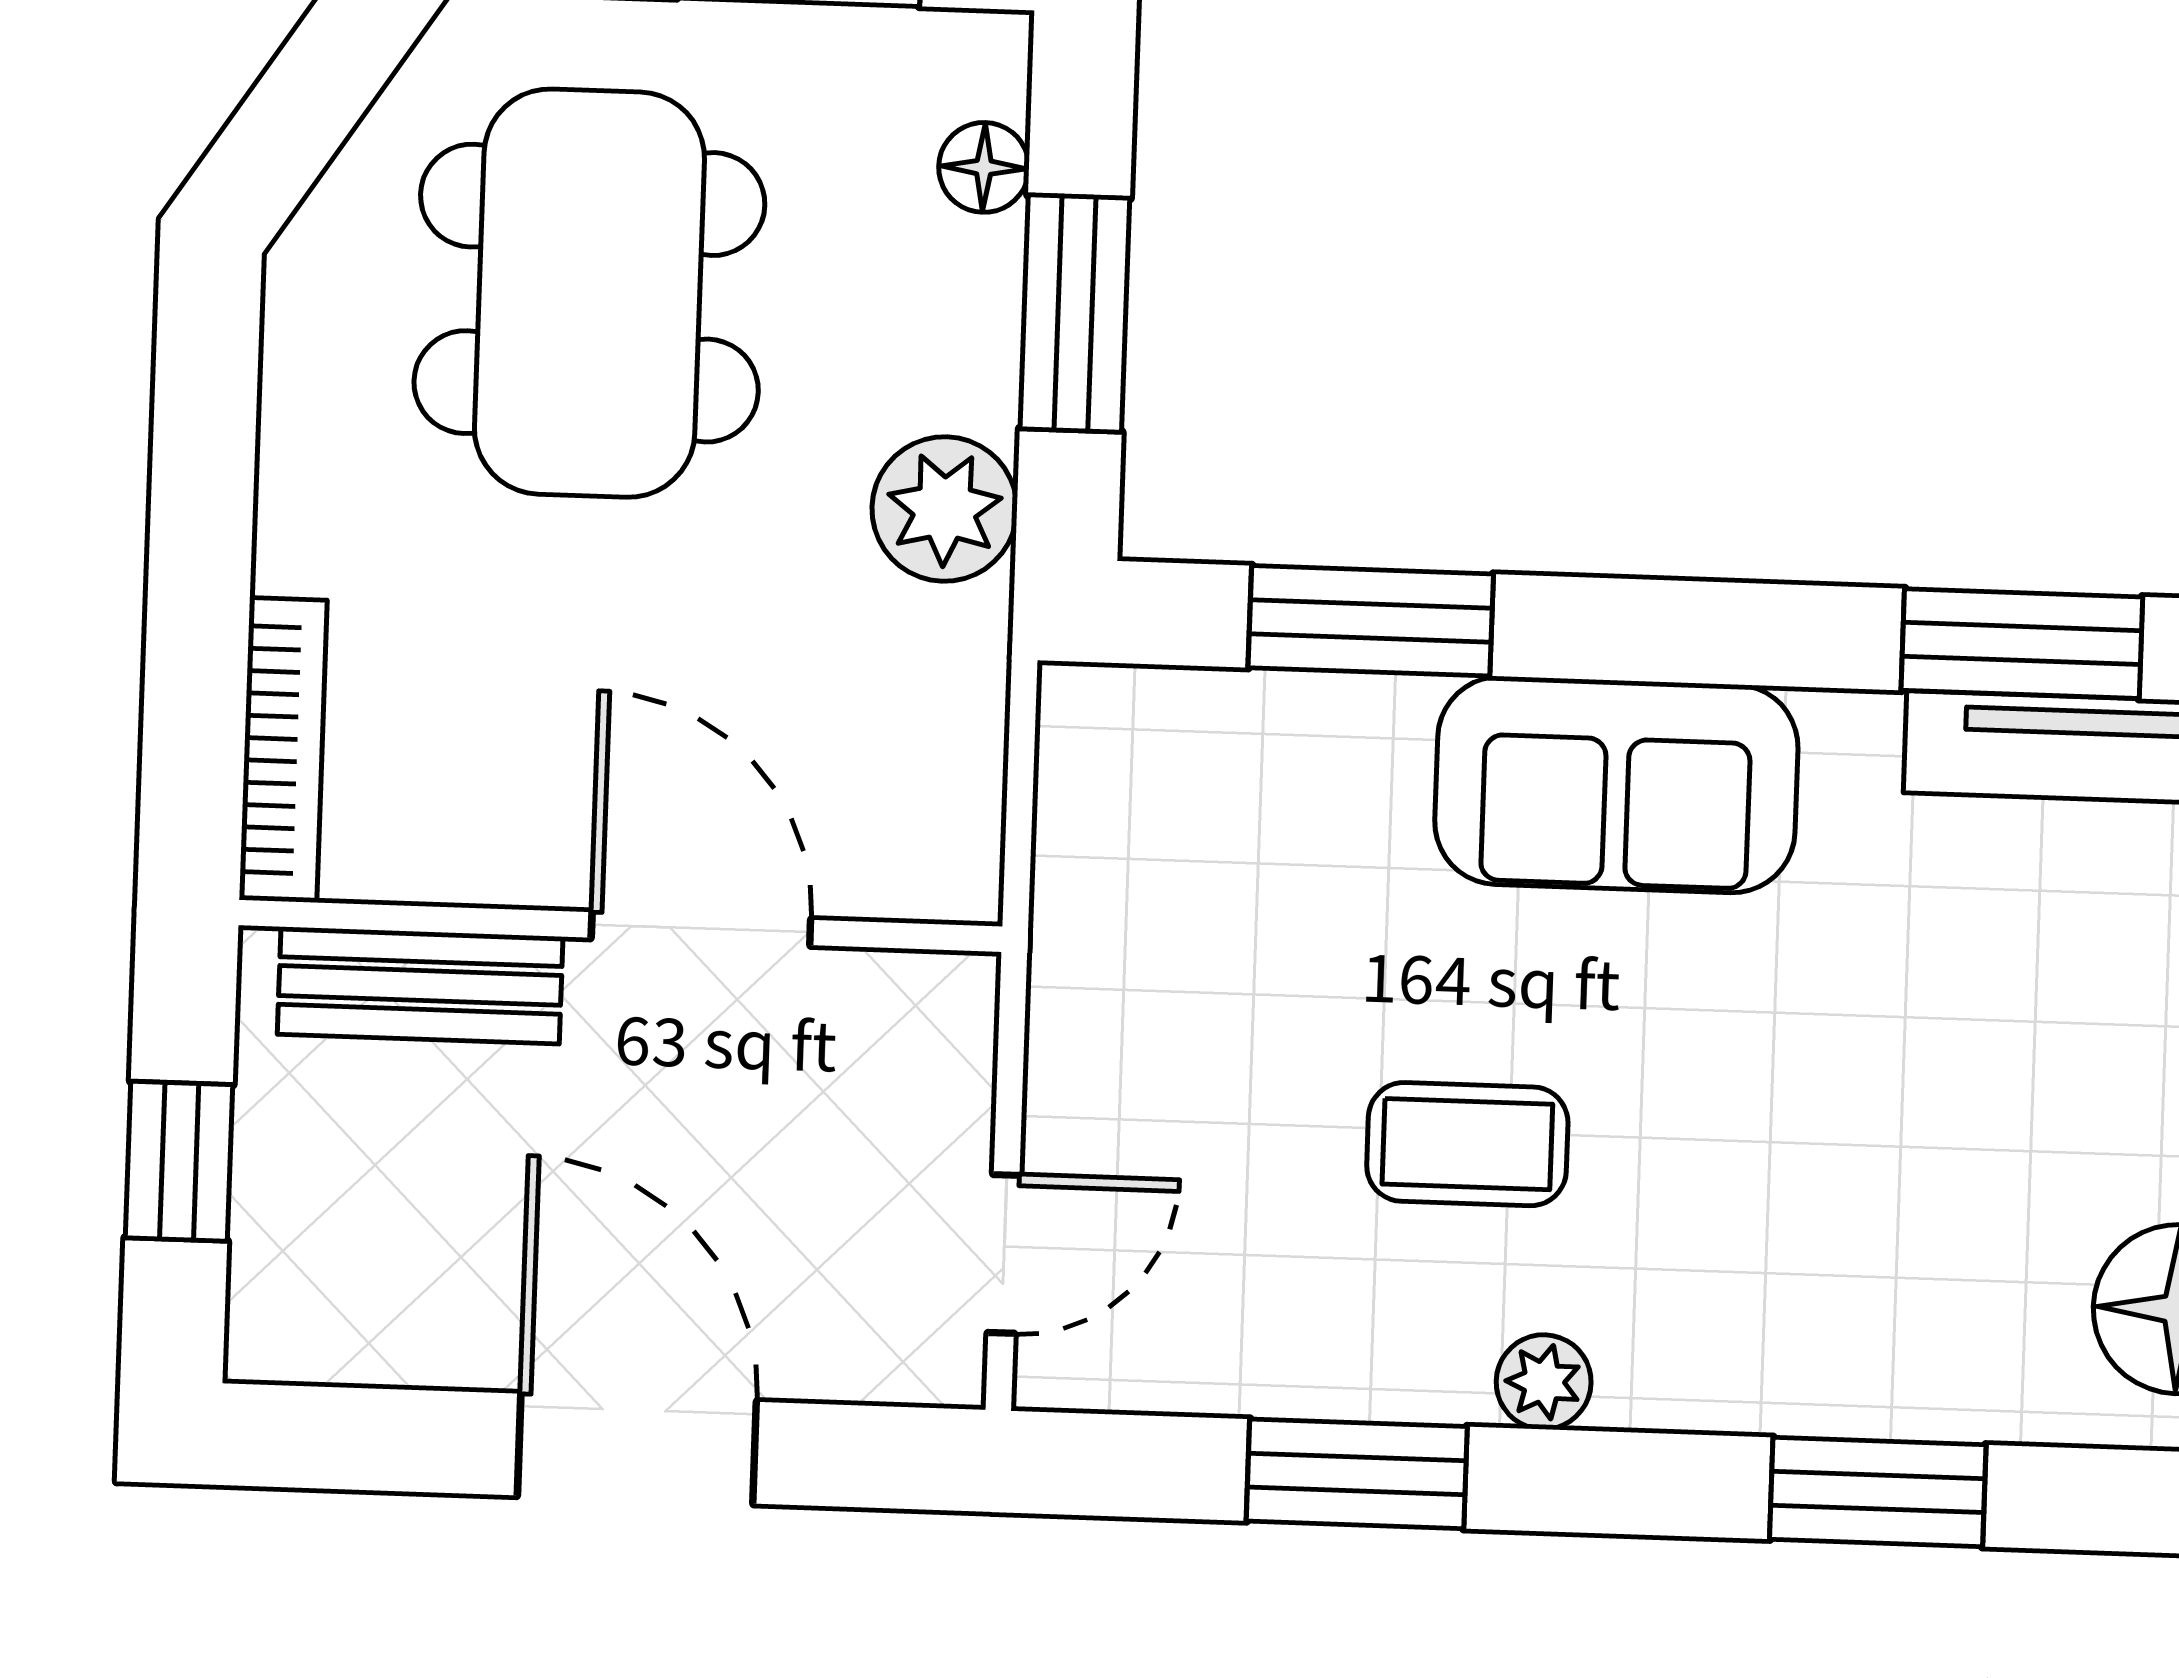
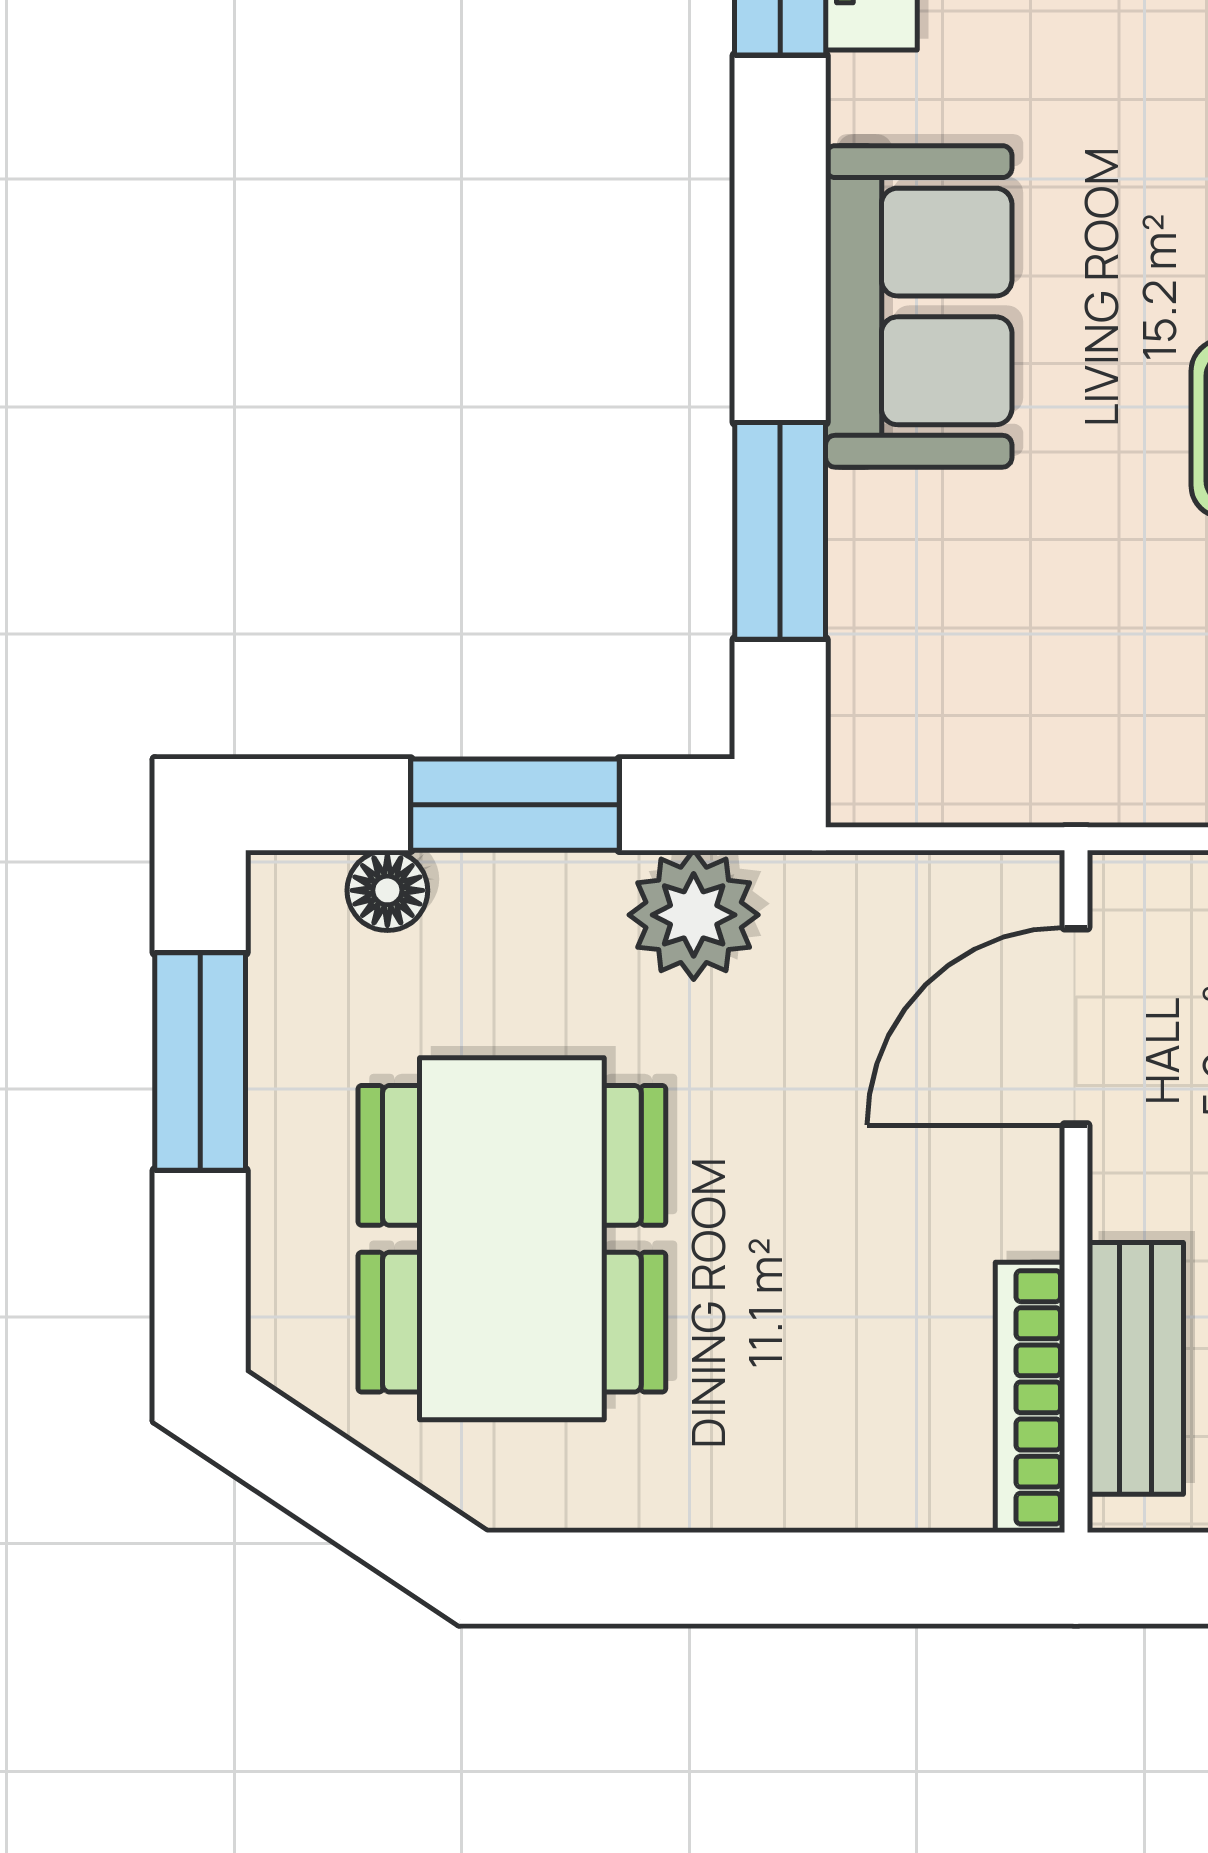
dining table: (589, 293) -> (512, 1239), turned 90
bookcase: (283, 750) -> (1030, 1397), moved, turned -90
door: (701, 929) -> (1076, 1026), moved

